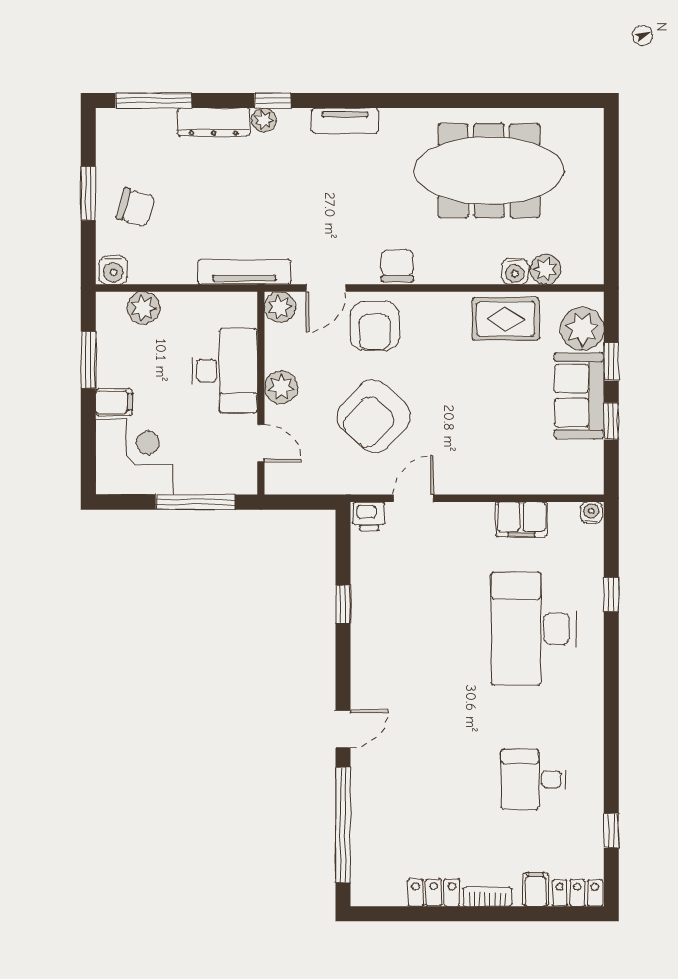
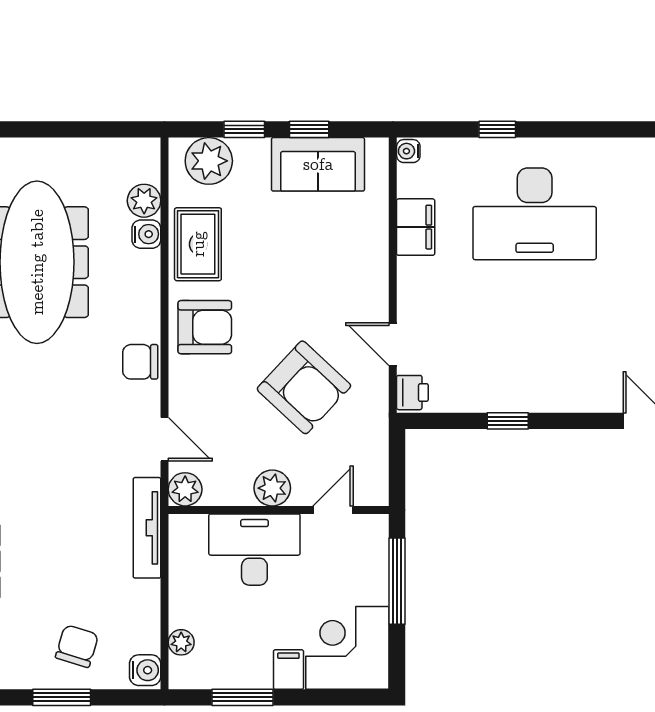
plant: (143, 308) -> (181, 642), width x0.73, depth x0.73
armchair: (375, 326) -> (205, 327), moved
sofa: (579, 396) -> (318, 164), moved

